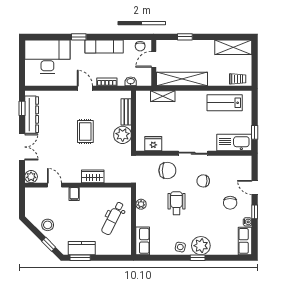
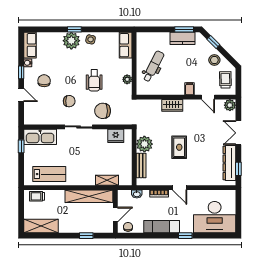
trolley: (36, 204) -> (225, 80), added

